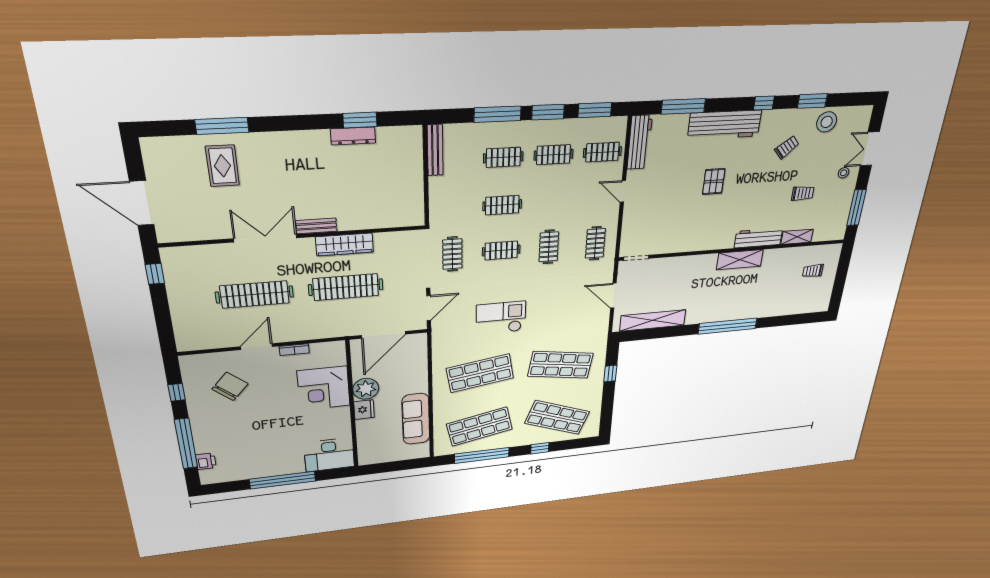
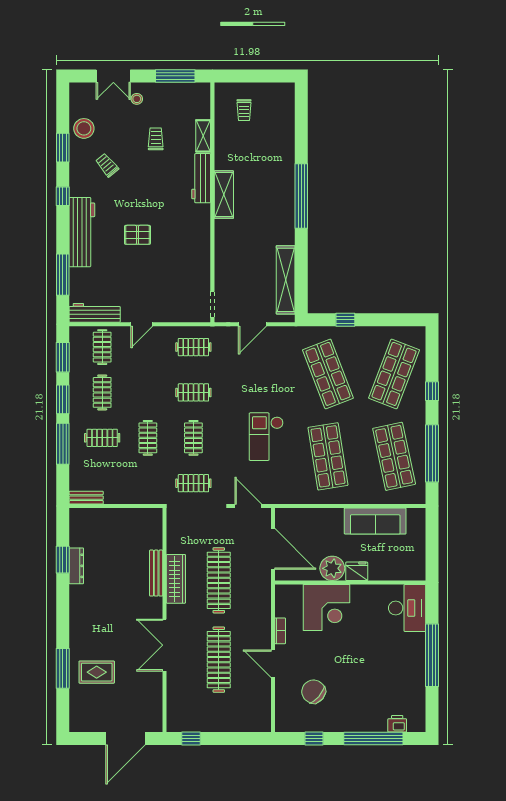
bench: (435, 150) -> (86, 498), width x0.73
clothes rail: (503, 157) -> (102, 438), turned 90
bench: (316, 226) -> (156, 573), moved, width x1.36
shop shelf: (561, 365) -> (328, 374), turned -30

